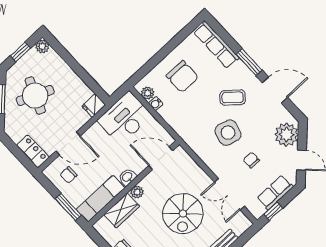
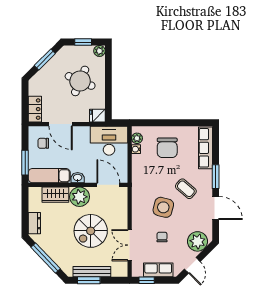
round table: (35, 96) -> (80, 81), moved
plant: (137, 192) -> (80, 197), width x1.87, depth x1.87

